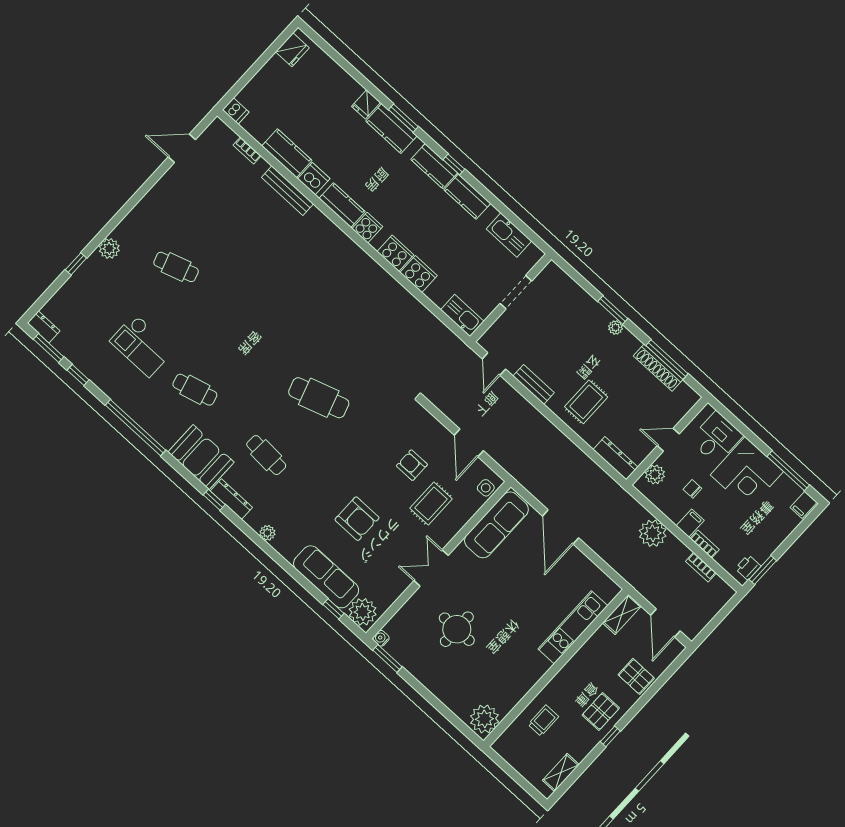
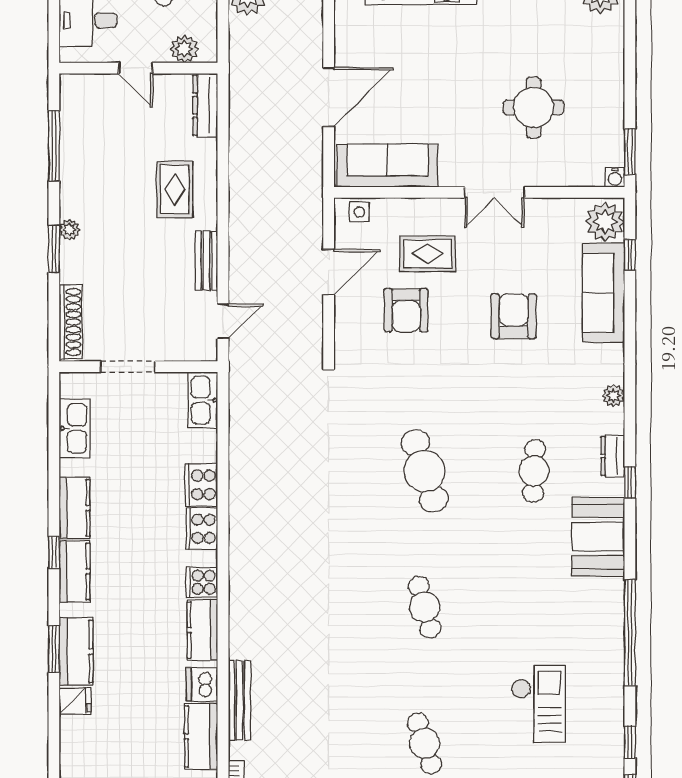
shoe rack: (658, 368) -> (71, 322), moved
cafe table: (195, 390) -> (425, 607), moved
rug: (586, 402) -> (175, 189), turned 90
armchair: (412, 465) -> (406, 310), width x1.38, depth x1.38
dresser: (231, 499) -> (613, 456), width x0.70

